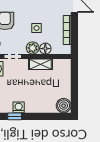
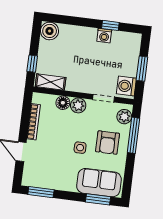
side table: (37, 28) -> (80, 148), moved
shelving: (40, 64) -> (51, 82), moved
window: (74, 77) -> (32, 64), added

